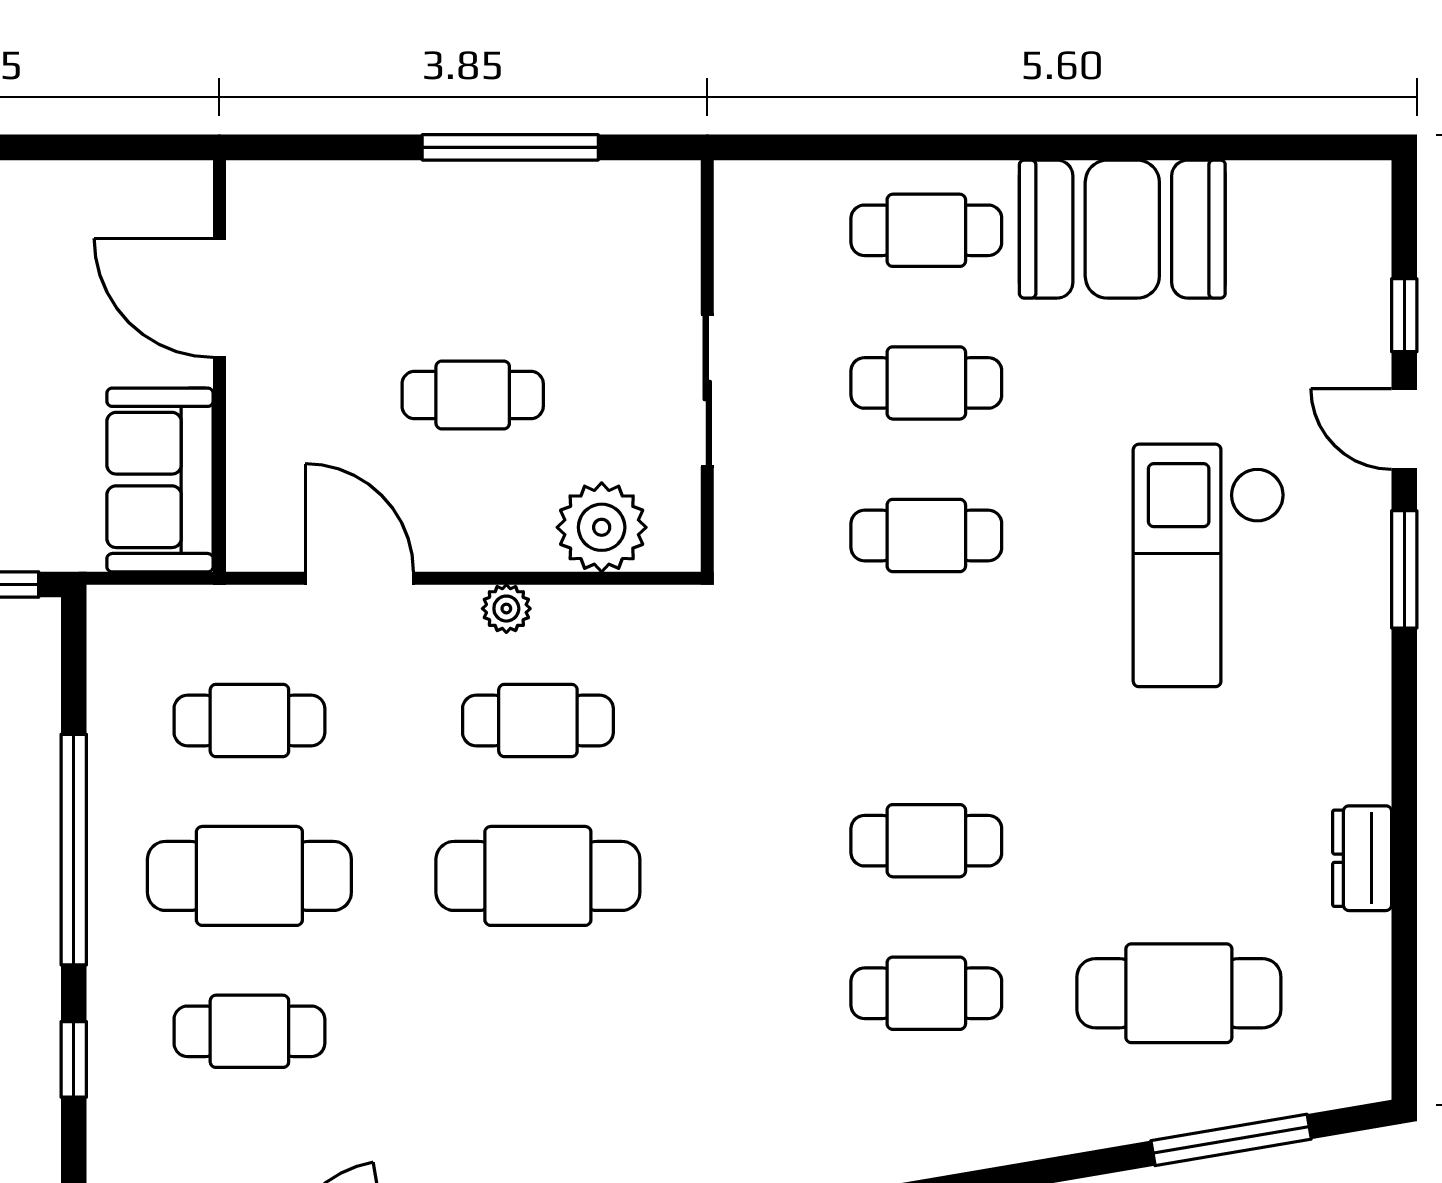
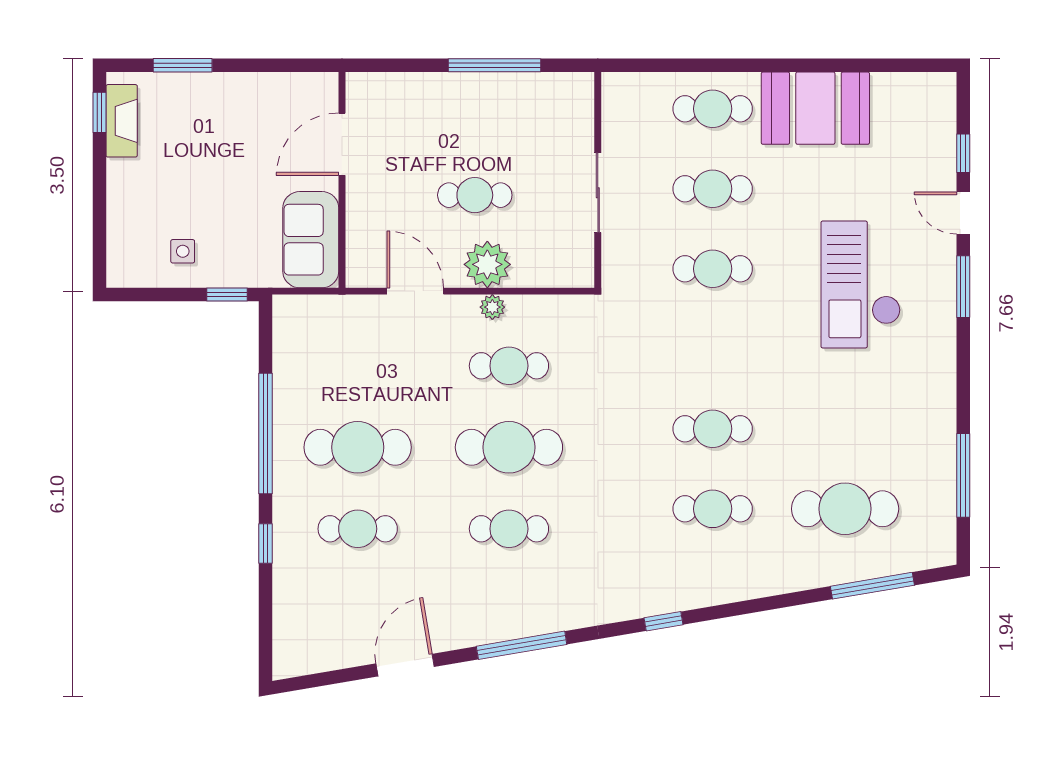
door: (219, 298) -> (342, 144), hinge flipped
plant: (602, 527) -> (487, 264), moved
cafe table: (249, 720) -> (509, 529), moved
dresser: (1362, 858) -> (941, 438), removed
window: (1404, 930) -> (963, 475), added

